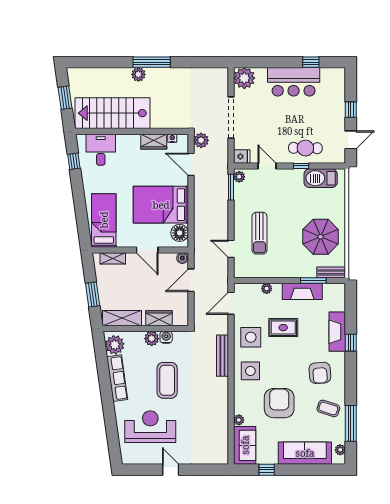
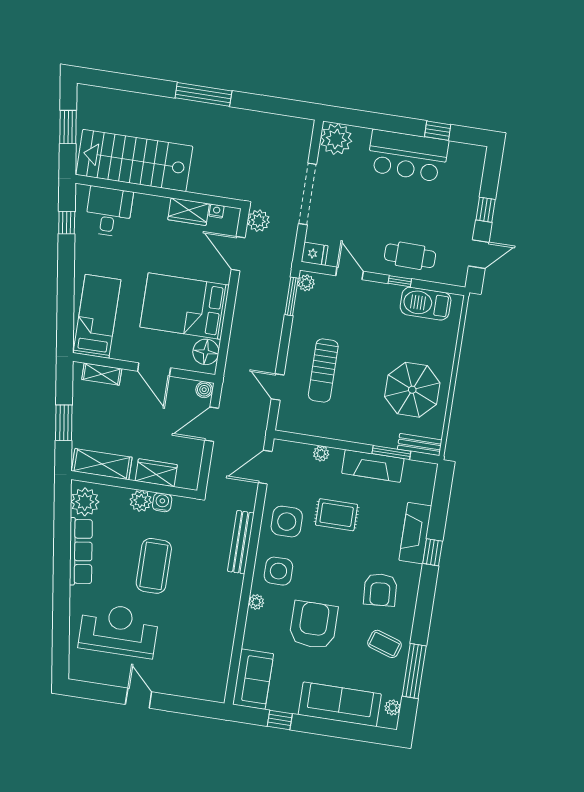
plant: (138, 74) -> (181, 110), removed
plant: (239, 420) -> (256, 602), moved

